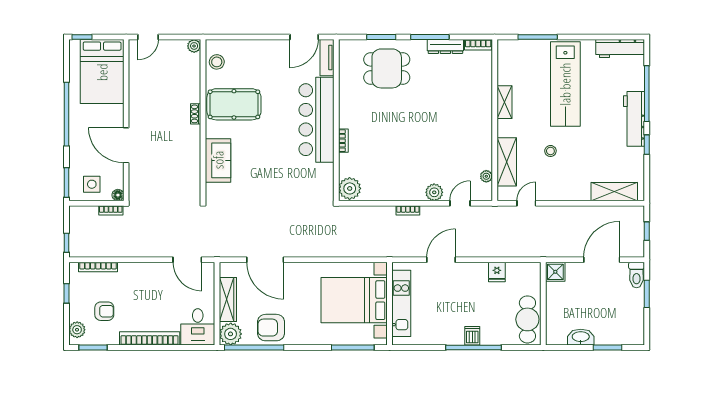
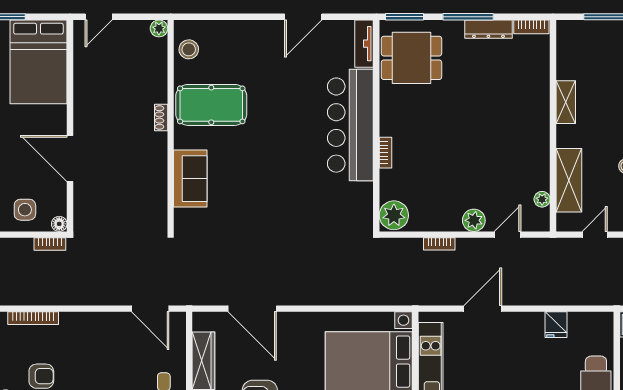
tv unit: (327, 58) -> (364, 44), moved
bar counter: (317, 120) -> (350, 125), moved
wall: (336, 120) -> (376, 126), moved
bookcase: (343, 141) -> (385, 153), moved
plant: (350, 188) -> (394, 215), moved

